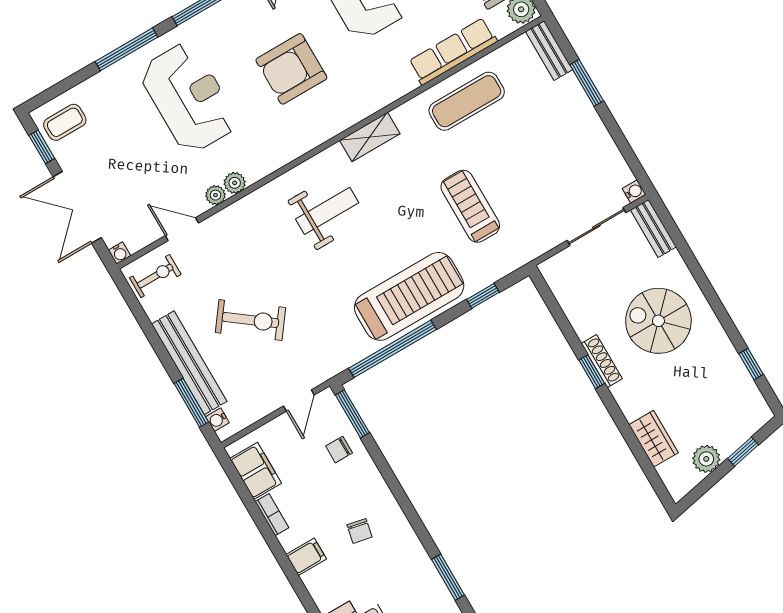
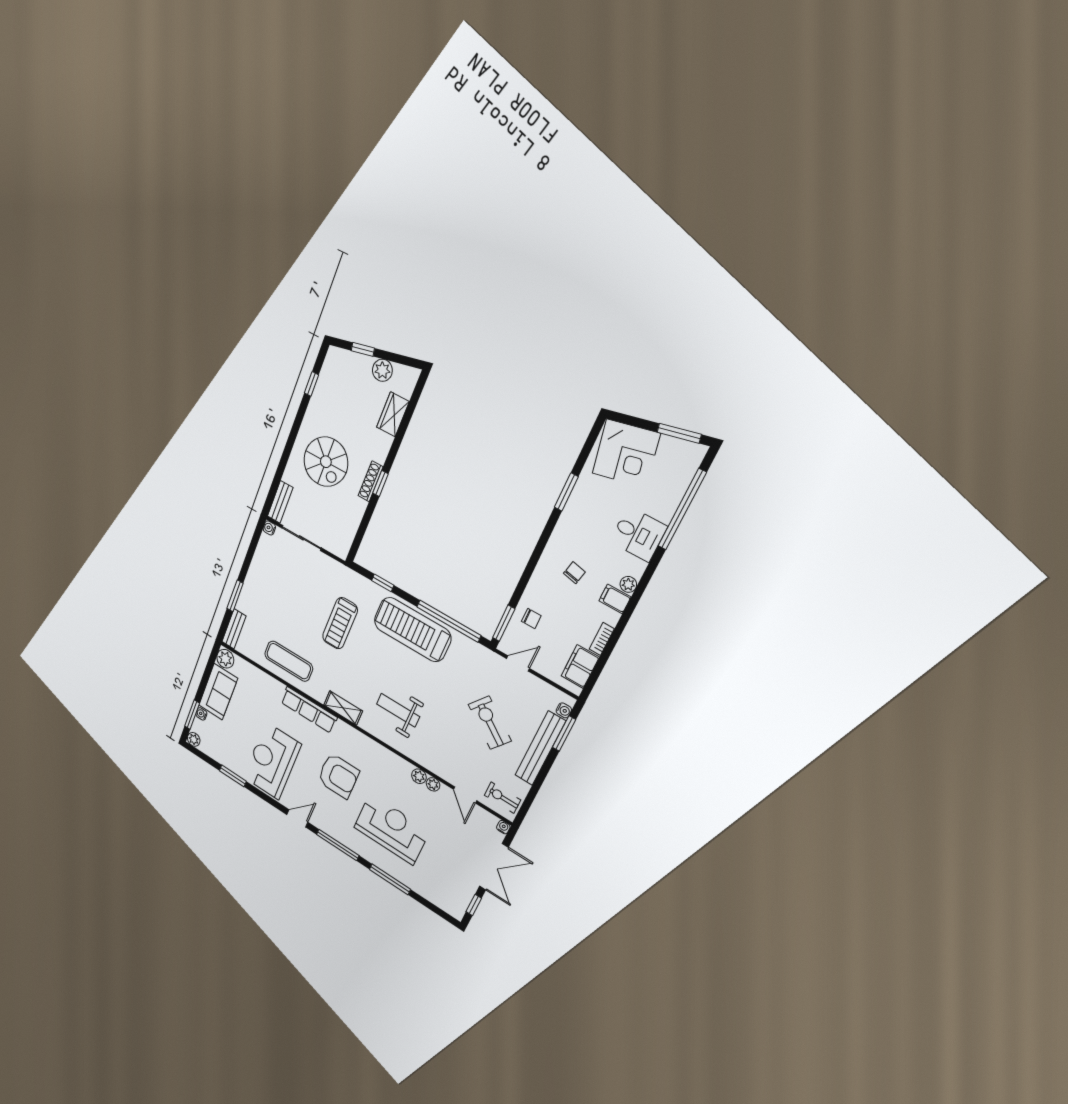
row of seats: (453, 51) -> (309, 710), moved
reception desk: (189, 98) -> (392, 829), turned 90
coffee table: (65, 122) -> (452, 897), removed
plant: (313, 581) -> (628, 584), added

